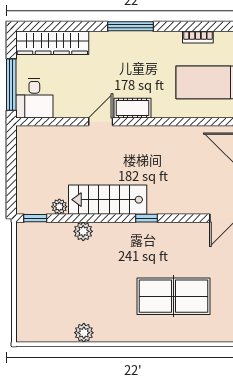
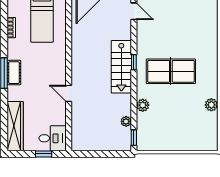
window: (11, 85) -> (44, 154), width x0.46
cot: (133, 108) -> (14, 73), moved
stairs: (108, 200) -> (121, 67), moved
table tennis table: (174, 296) -> (171, 71), moved, turned 90

